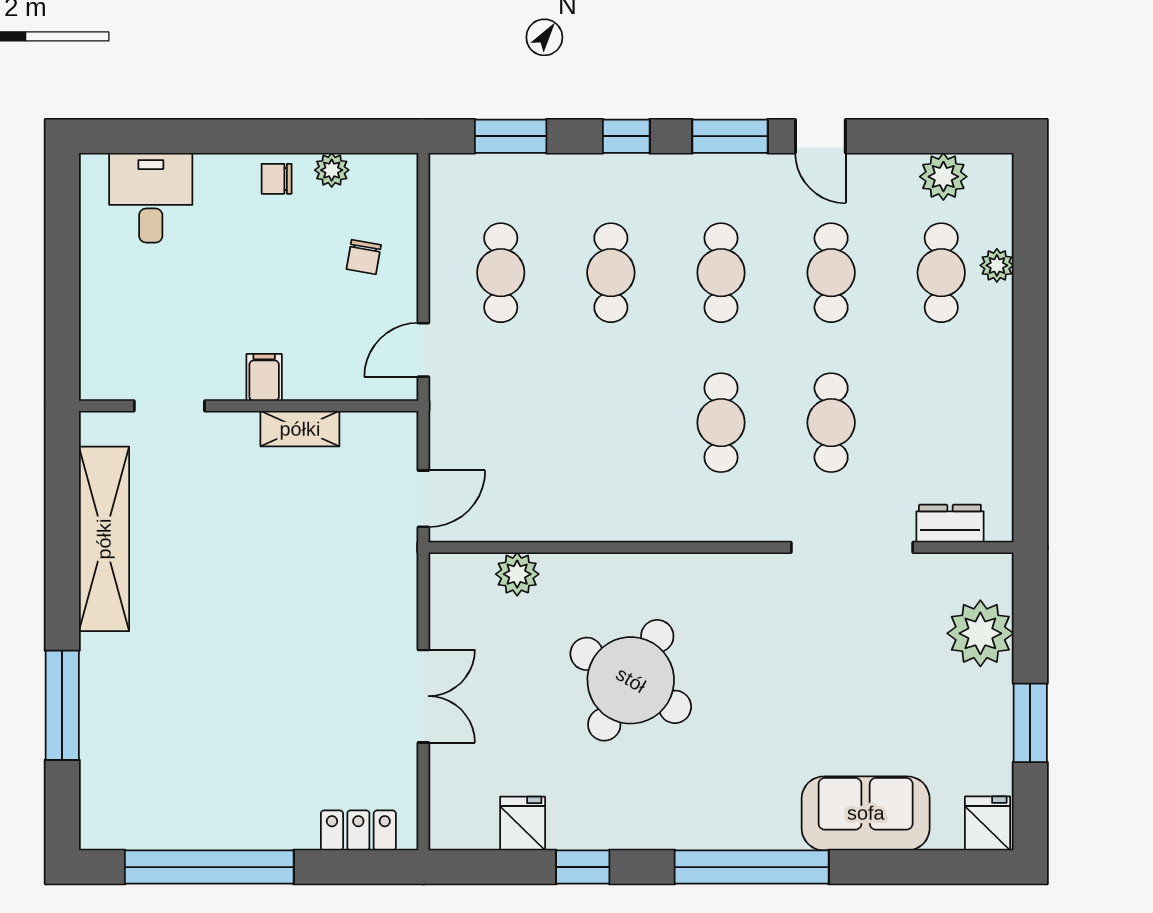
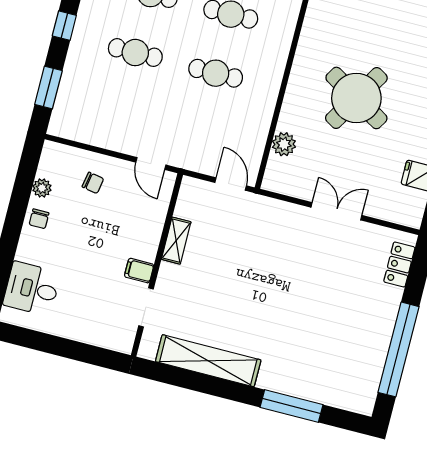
cafe table: (501, 273) -> (216, 73), moved
filing cabinet: (264, 377) -> (139, 271), moved

